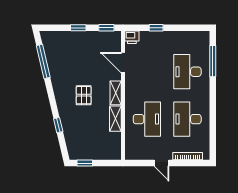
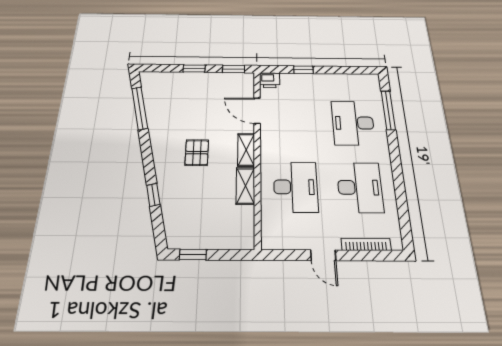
desk: (187, 119) -> (360, 187), turned 180

